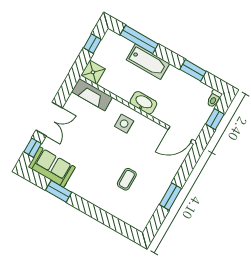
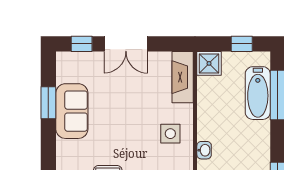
bathtub: (148, 62) -> (258, 93), moved
washbasin: (143, 103) -> (204, 150), width x0.52, depth x0.69
sofa: (52, 167) -> (72, 111), moved

